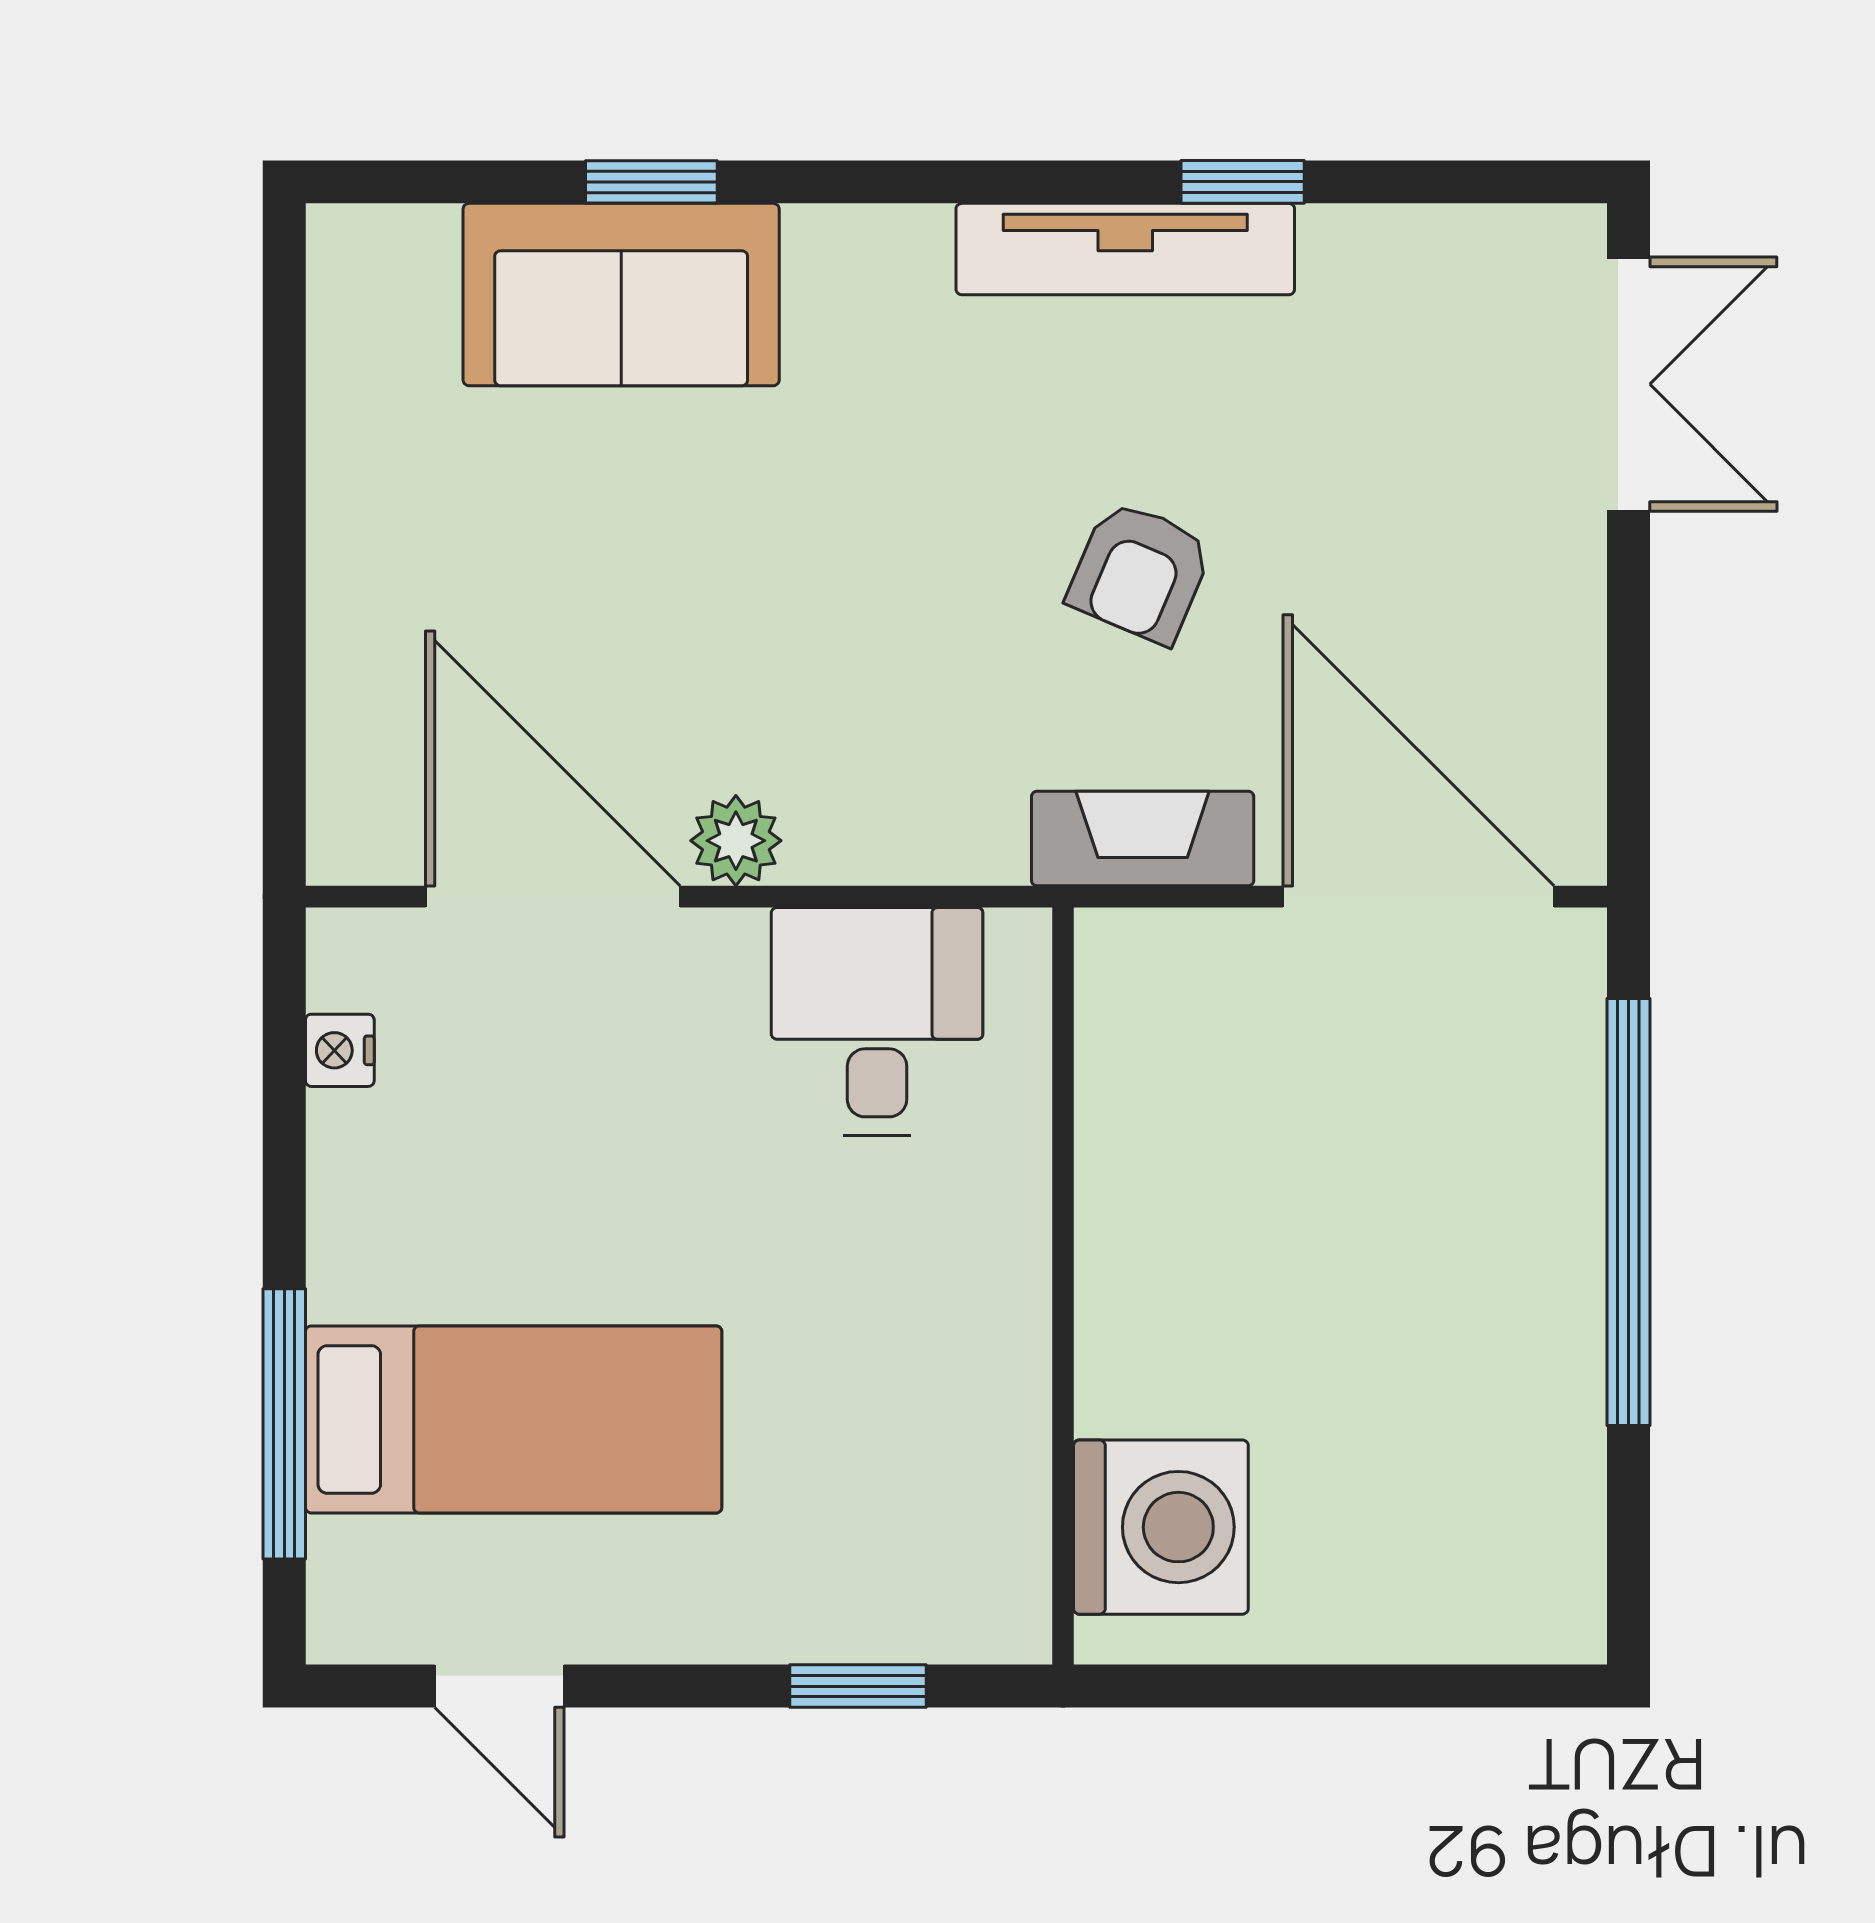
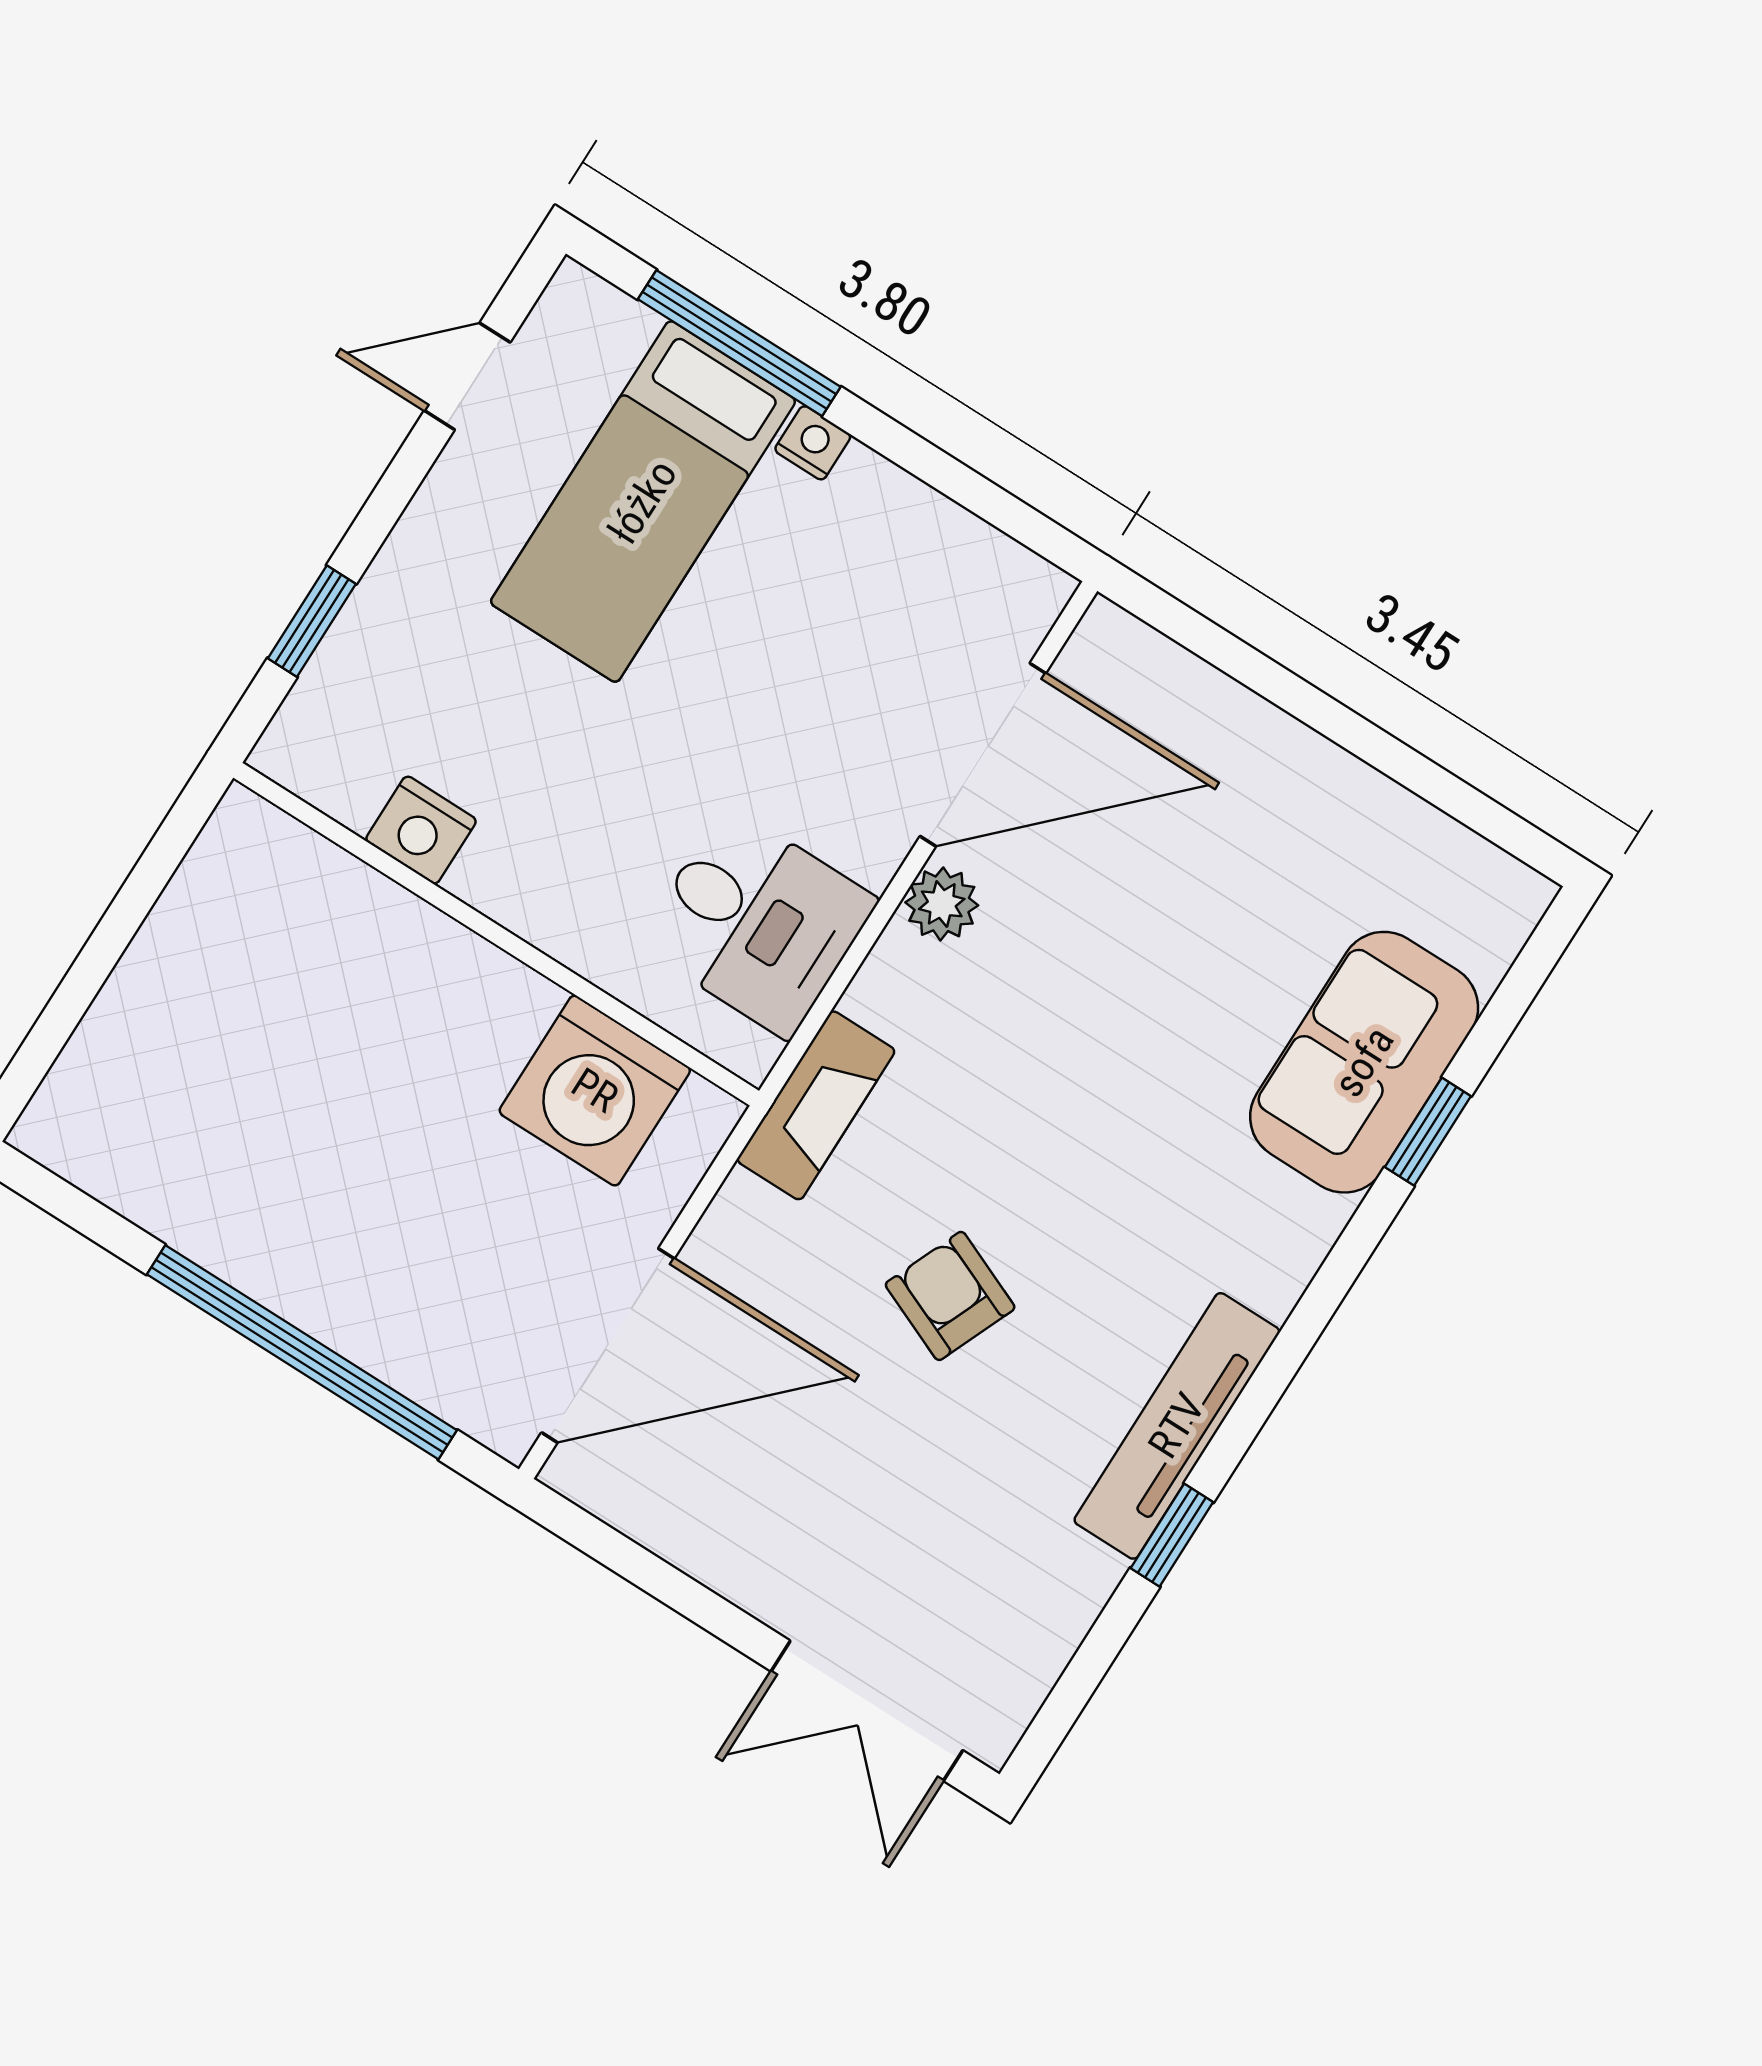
fireplace: (1143, 839) -> (816, 1105), moved
nightstand: (340, 1050) -> (813, 443), moved
nightstand: (1004, 1434) -> (421, 830), added
washing machine: (1161, 1527) -> (595, 1091), moved

